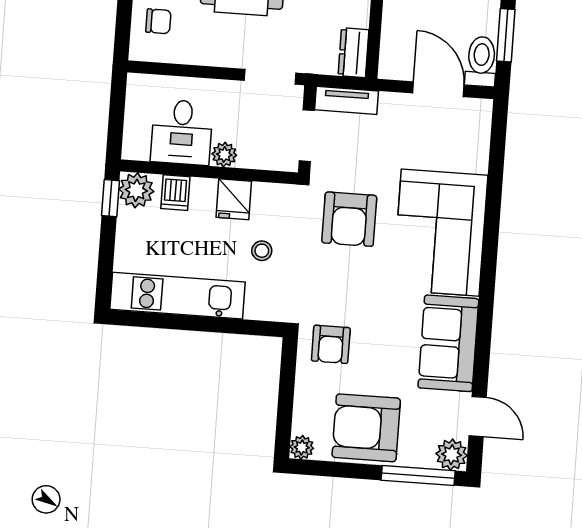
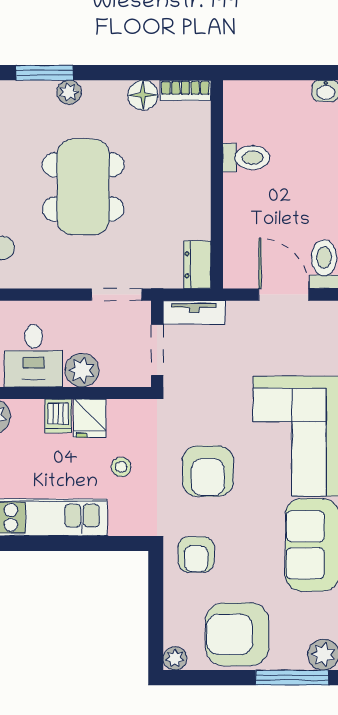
plant: (224, 155) -> (82, 370), width x1.38, depth x1.38
dishwasher: (175, 193) -> (58, 416), moved
armchair: (349, 219) -> (208, 471), moved

